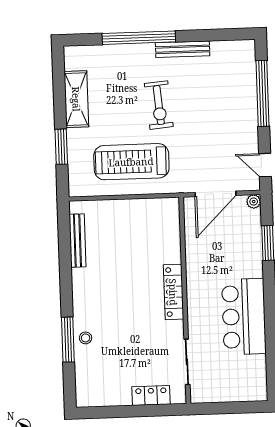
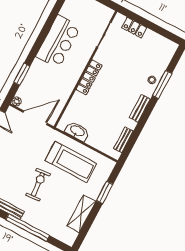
washbasin: (147, 209) -> (77, 131), added
bench: (77, 241) -> (123, 140), width x0.73
bench: (80, 289) -> (140, 108), added

